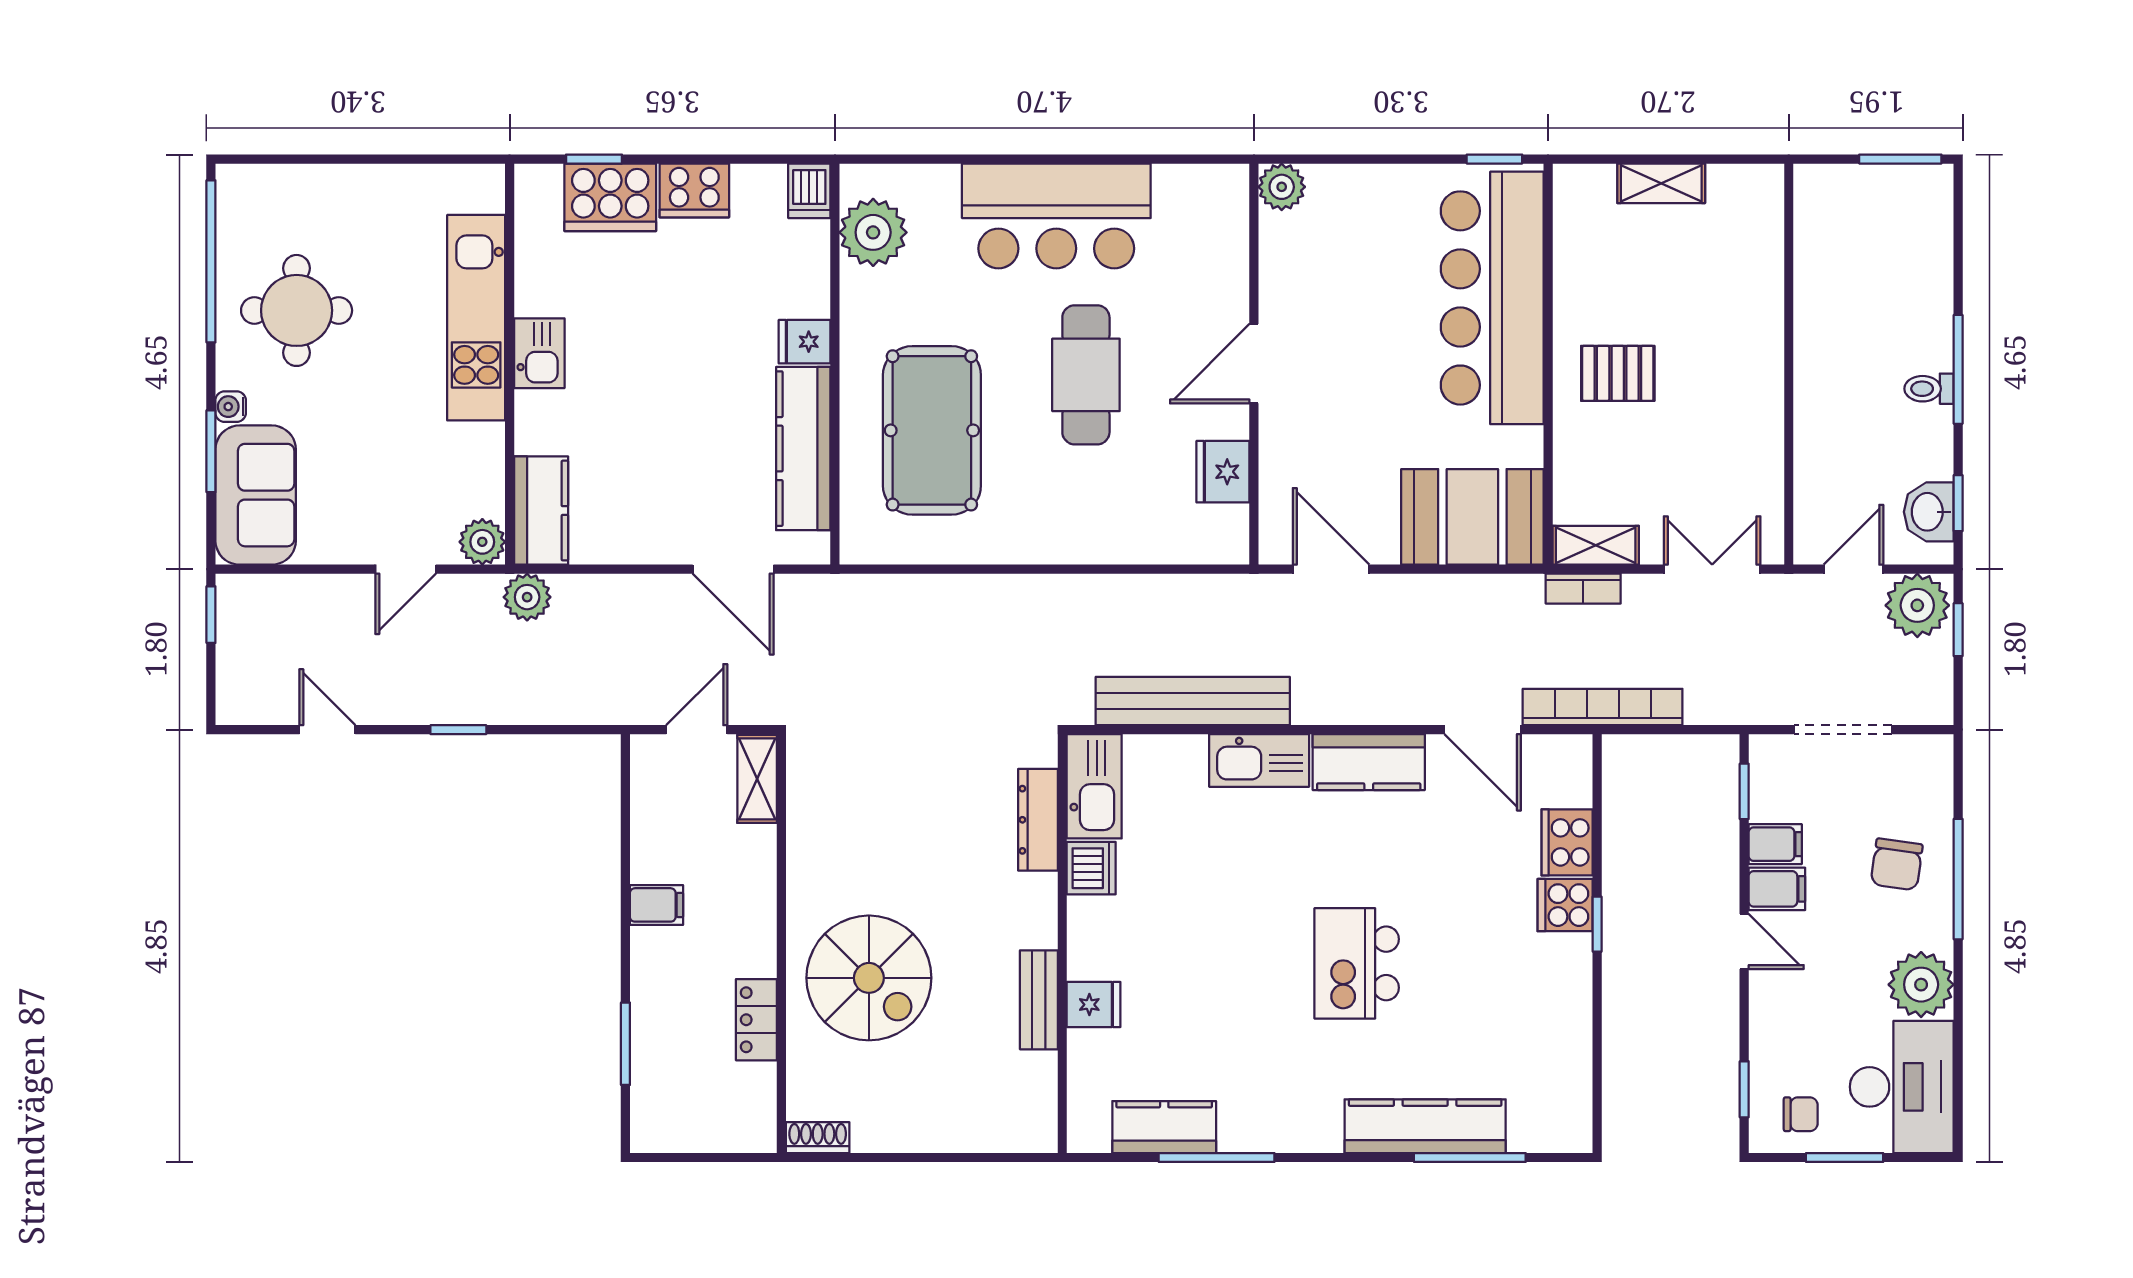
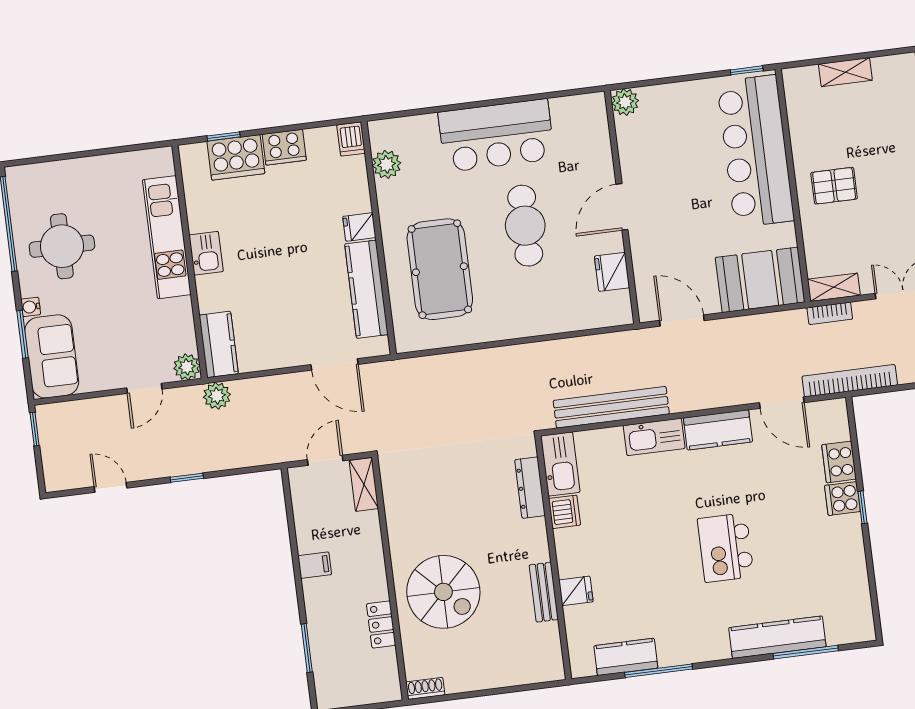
plant: (873, 232) -> (387, 164), width x0.73, depth x0.73

